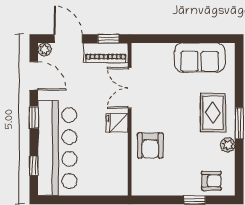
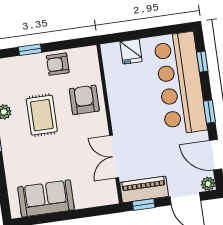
double door: (130, 88) -> (114, 157), swing flipped
rug: (213, 113) -> (42, 115), moved
fridge: (117, 123) -> (131, 52), moved, turned 90
armchair: (211, 181) -> (58, 64), moved

